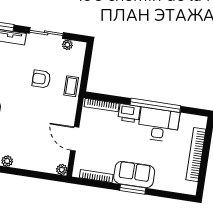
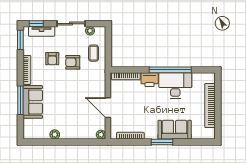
armchair: (18, 71) -> (52, 59), added
coffee table: (71, 86) -> (94, 53), moved
sofa: (134, 174) -> (175, 130), moved

